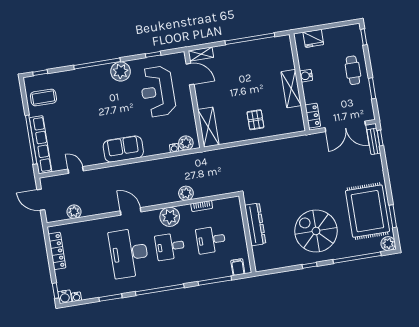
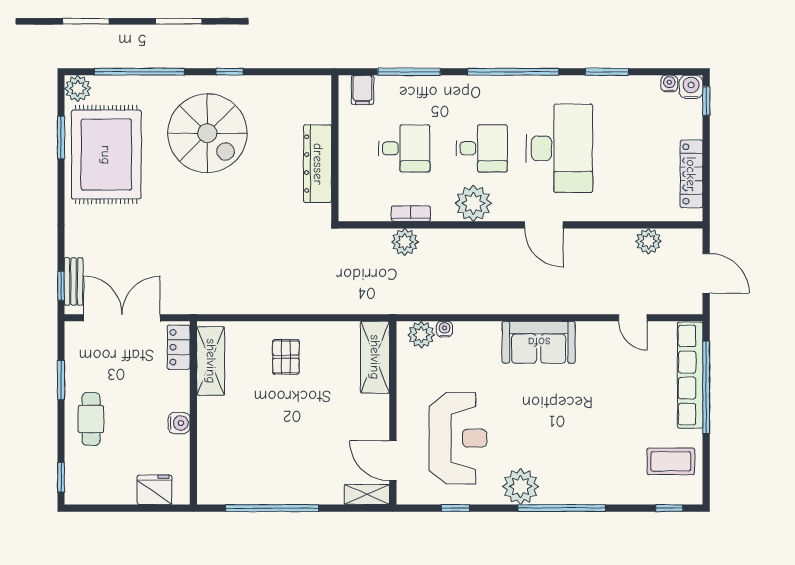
shelving: (291, 89) -> (211, 361), moved
plant: (186, 193) -> (405, 242), moved

